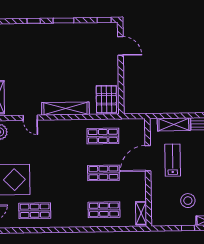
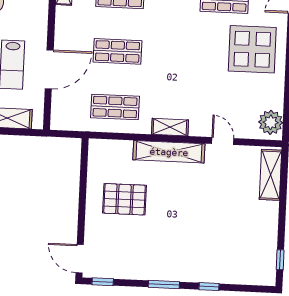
door: (120, 46) -> (80, 259), moved
pallet: (106, 99) -> (125, 199), moved, turned 90
shelving: (66, 125) -> (170, 127), added

